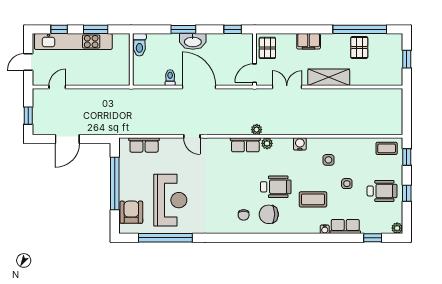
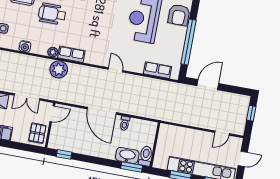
window: (183, 29) -> (132, 167), moved
washbasin: (193, 41) -> (127, 155), moved
plant: (257, 130) -> (59, 69), width x1.87, depth x1.87
door: (67, 139) -> (208, 85), moved

